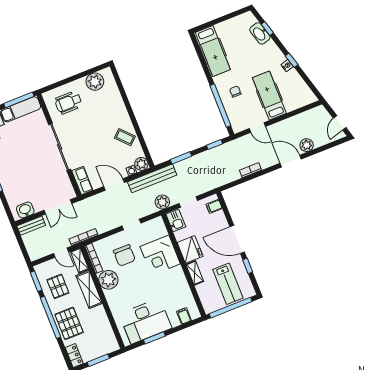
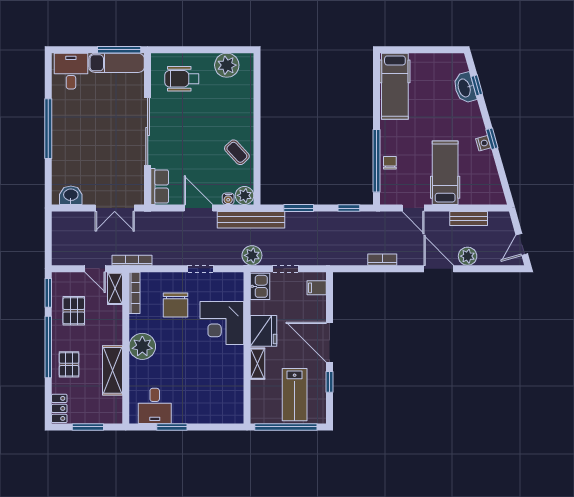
chair: (235, 92) -> (390, 163), moved
bench: (31, 226) -> (469, 219), moved
plant: (108, 280) -> (142, 346), moved
shelving: (89, 289) -> (112, 370), moved
filing cabinet: (184, 316) -> (221, 414), removed
desk: (145, 321) -> (155, 406), width x0.53, depth x0.77
pallet: (69, 323) -> (69, 364), width x0.67, depth x0.71

